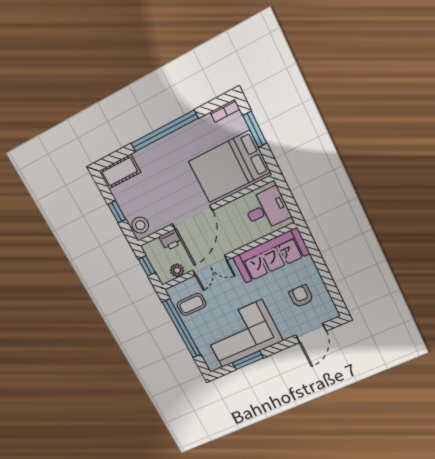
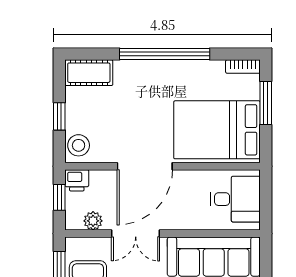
printer: (170, 240) -> (77, 180), moved

